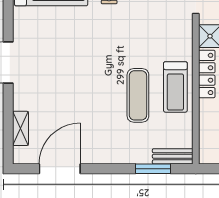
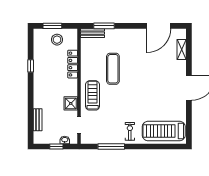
locker: (207, 74) -> (73, 64), moved
treadmill: (175, 87) -> (93, 95), moved

